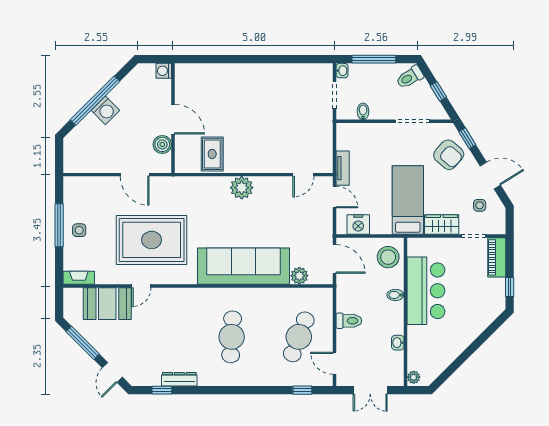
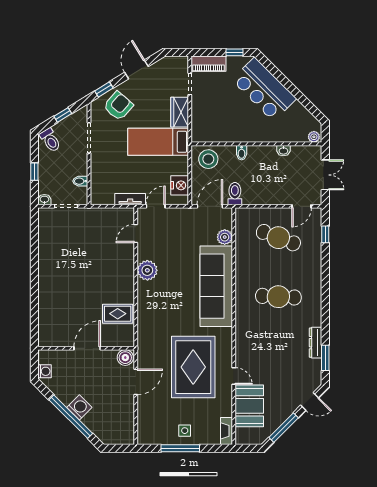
window: (374, 59) -> (34, 172), width x0.46
washing machine: (164, 71) -> (45, 371), moved, turned -90
boiler: (162, 144) -> (125, 358), moved
door: (303, 175) -> (136, 234), swing flipped
plant: (242, 188) -> (147, 270), moved
side table: (480, 205) -> (163, 79), removed
bar counter: (426, 291) -> (264, 89), moved, turned -135
toilet: (349, 321) -> (235, 194), moved
window: (162, 390) -> (325, 358), width x1.50

